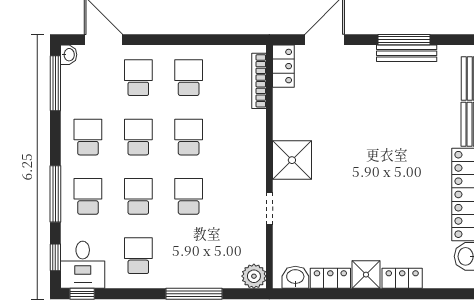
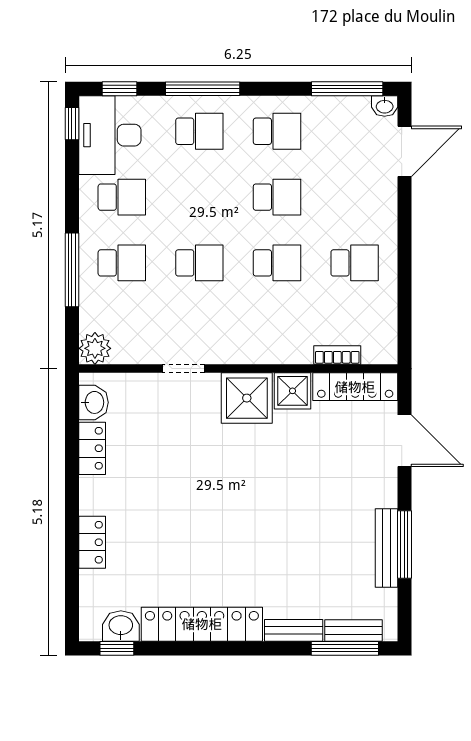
locker: (283, 66) -> (355, 387), width x1.53
school desk: (138, 78) -> (355, 197), removed
bookcase: (259, 81) -> (337, 355), width x0.64
school desk: (138, 196) -> (122, 263), moved
desk: (83, 265) -> (110, 135), width x1.37
shower: (366, 275) -> (292, 391), moved

